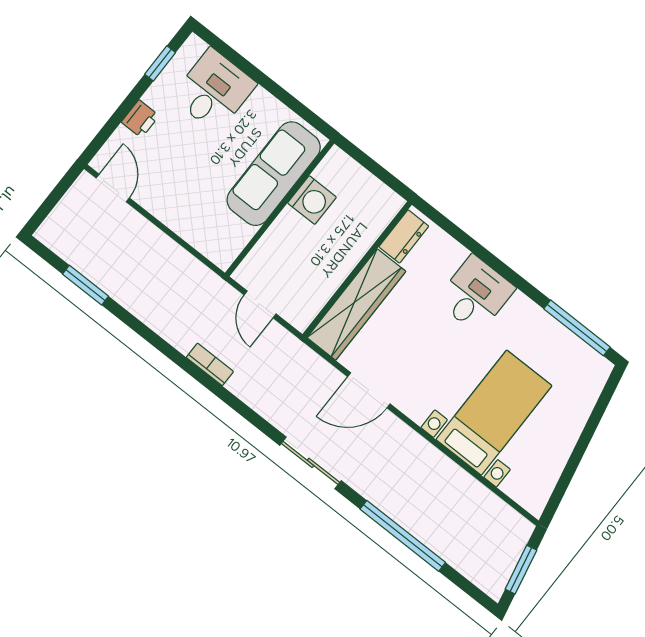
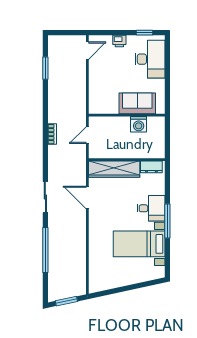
desk: (214, 91) -> (150, 59), width x1.37
sofa: (274, 174) -> (137, 103), width x0.73
window: (577, 328) -> (167, 221), moved
bed with nightstands: (494, 413) -> (139, 244), moved, turned 180

